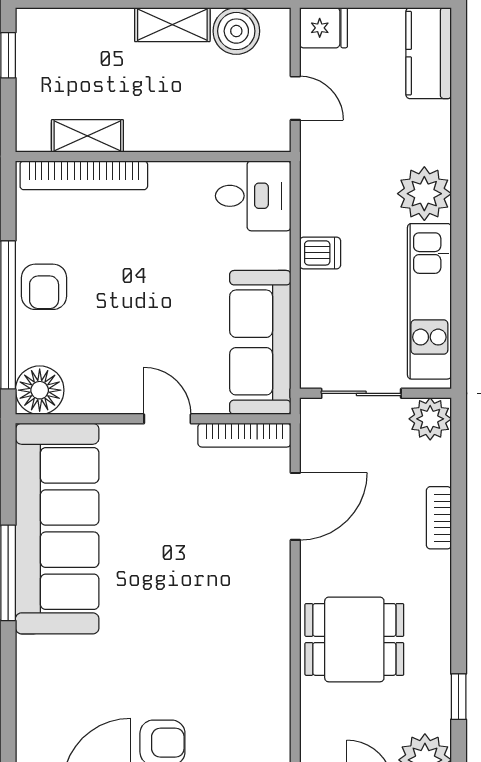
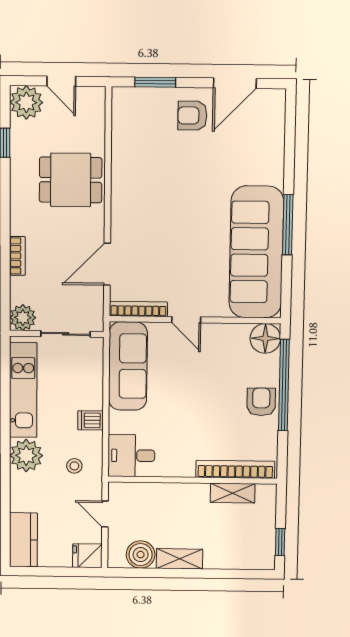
stool: (346, 177) -> (74, 466), added

